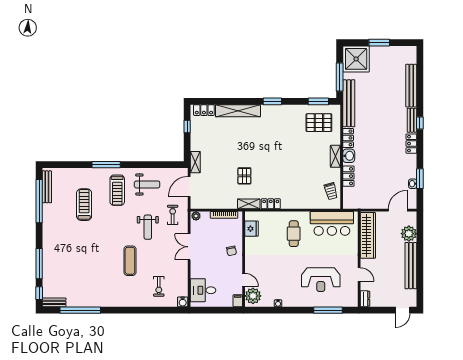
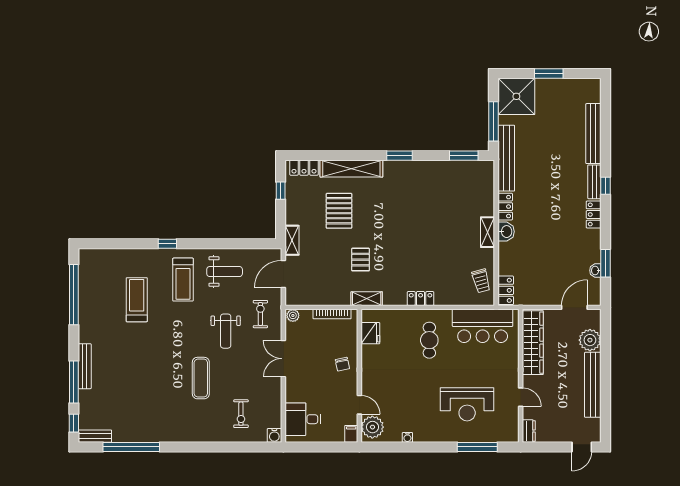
pallet: (319, 123) -> (339, 211), moved, turned 90
window: (106, 165) -> (167, 244), width x0.46
locker: (348, 176) -> (506, 290), moved
bench: (47, 187) -> (85, 366), moved
locker: (271, 204) -> (421, 298), moved

